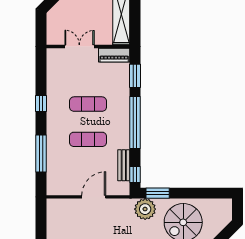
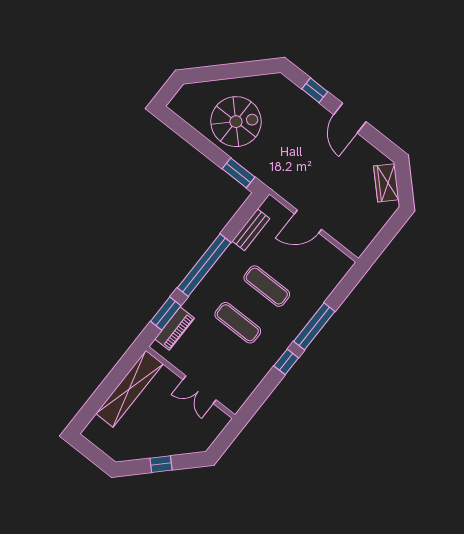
piano: (114, 55) -> (175, 329), moved, turned 90
window: (41, 153) -> (314, 326), moved
window: (135, 175) -> (247, 211), removed
plant: (145, 209) -> (265, 167), removed

